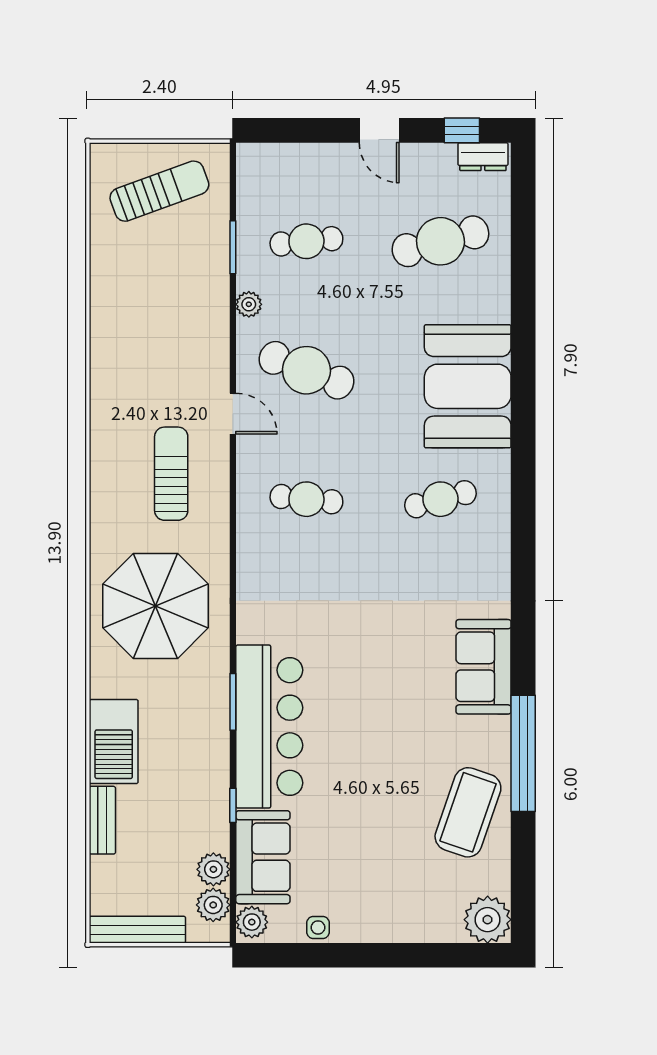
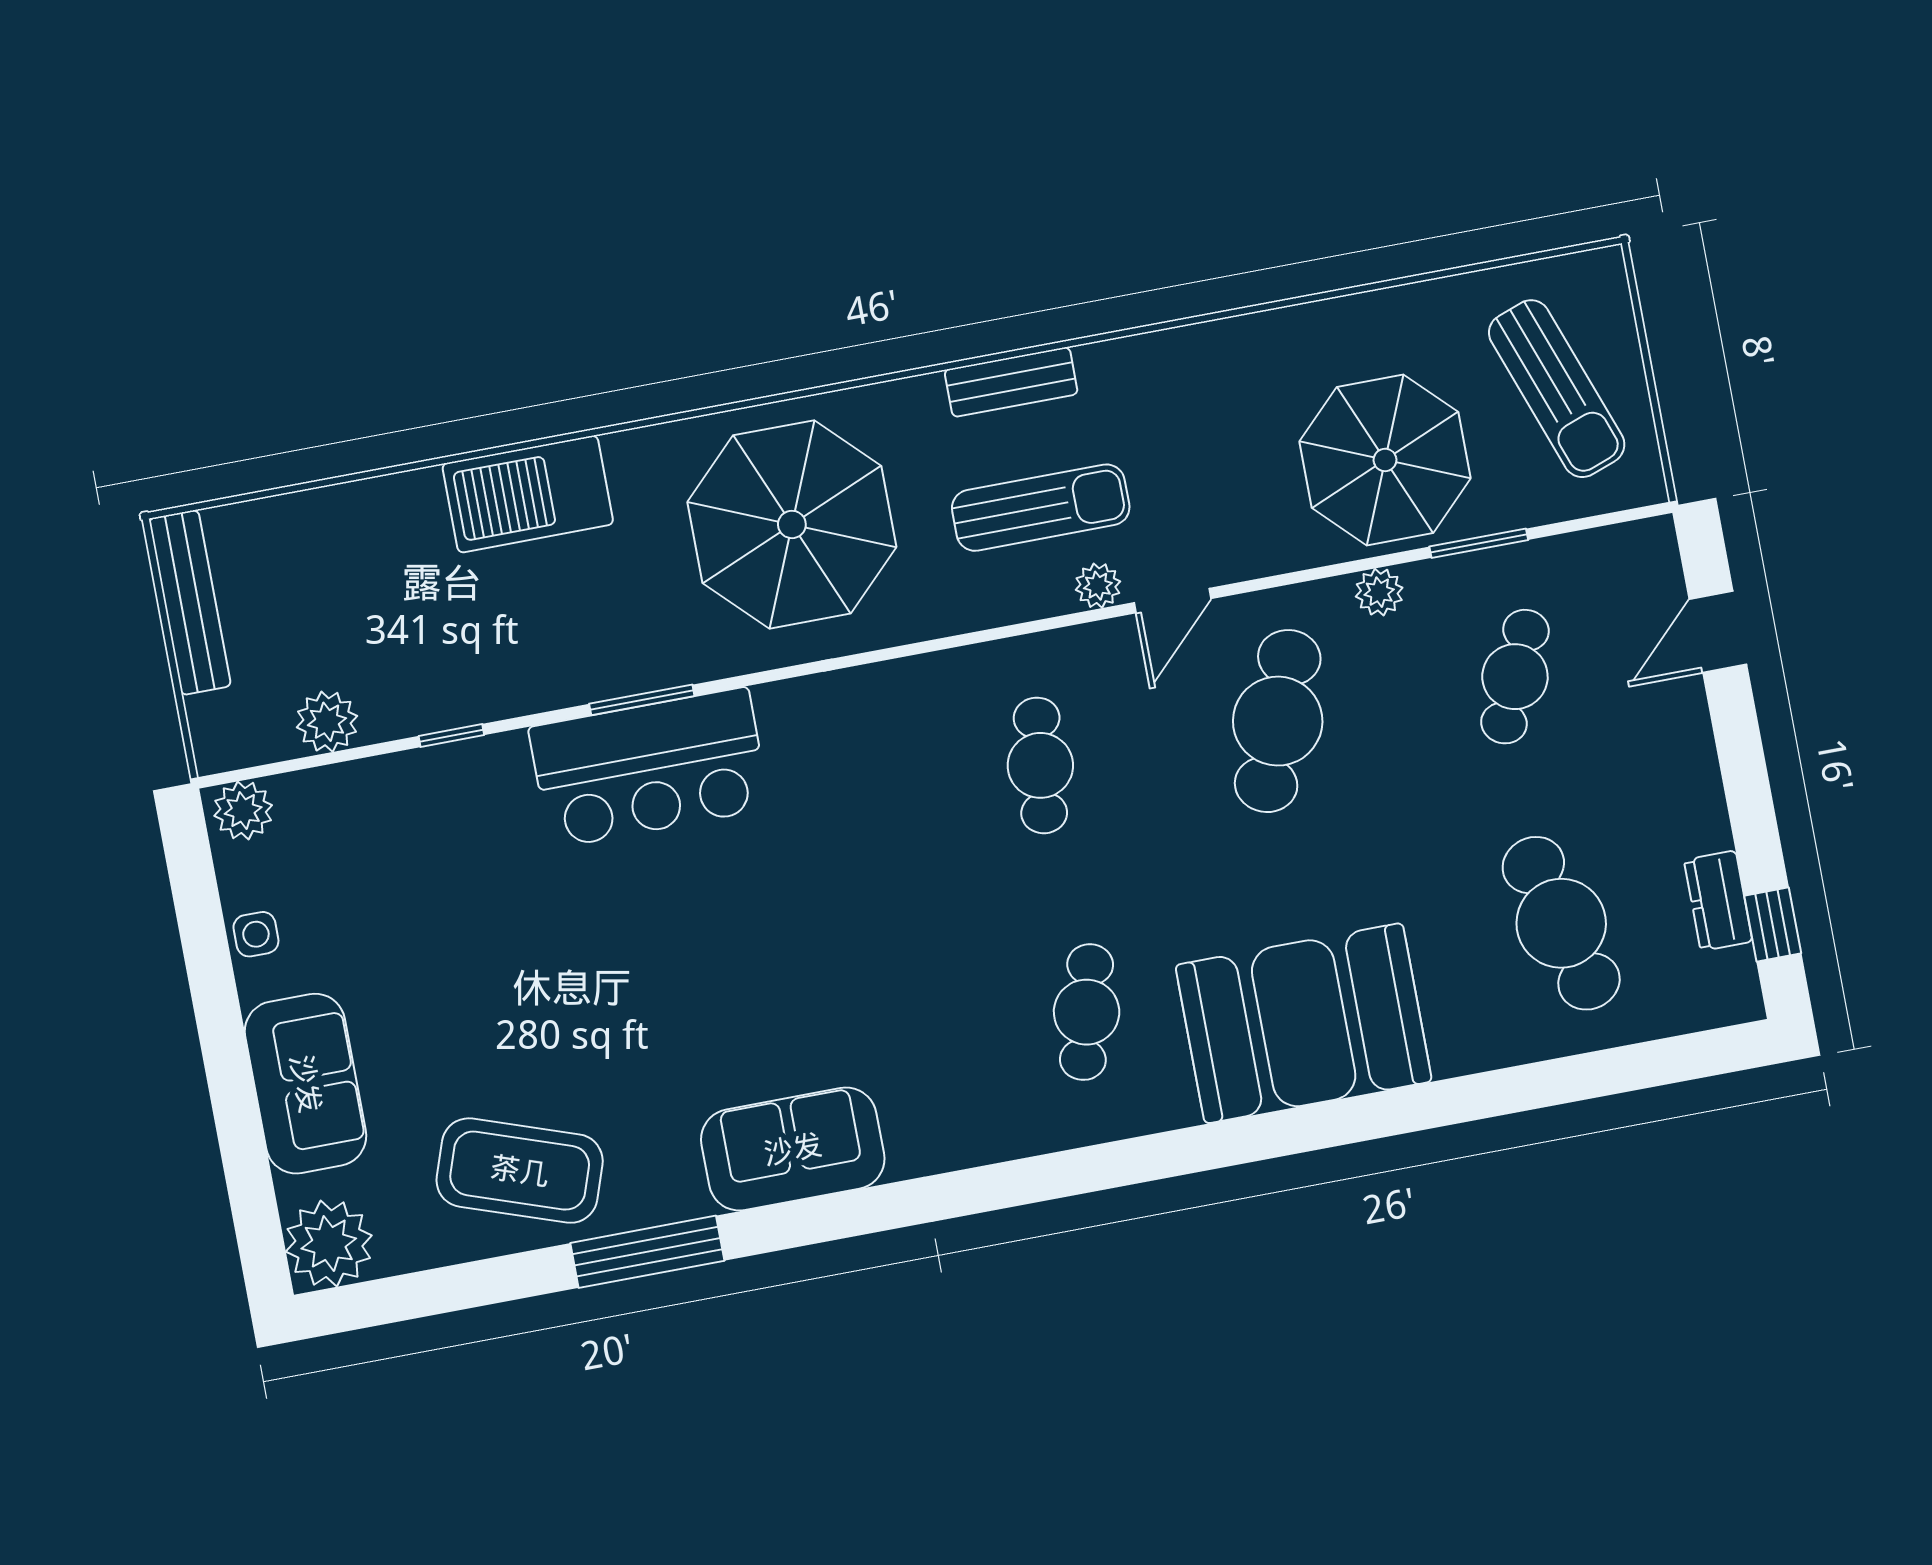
door: (379, 130) -> (1718, 632), moved
dresser: (483, 157) -> (1718, 901), moved
cafe table: (306, 241) -> (1515, 677), turned 30
parasol: (180, 288) -> (1385, 460), added
cafe table: (440, 499) -> (1087, 1012), turned 30
bar counter: (269, 727) -> (649, 768), width x0.73
window: (523, 753) -> (647, 1252), width x0.68
bench: (102, 820) -> (1011, 382), moved
sofa: (263, 857) -> (306, 1084), moved, turned -90
plant: (213, 905) -> (1098, 586), moved, width x0.73, depth x0.73

